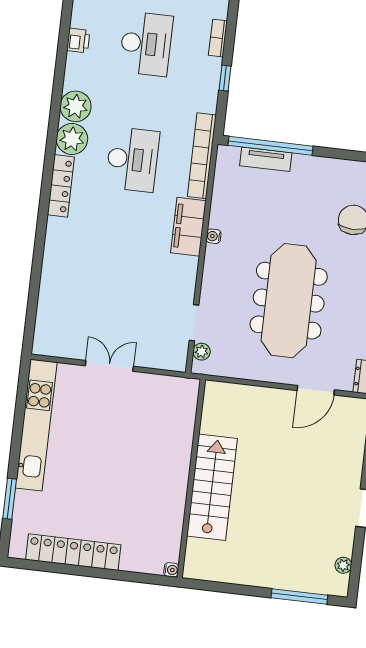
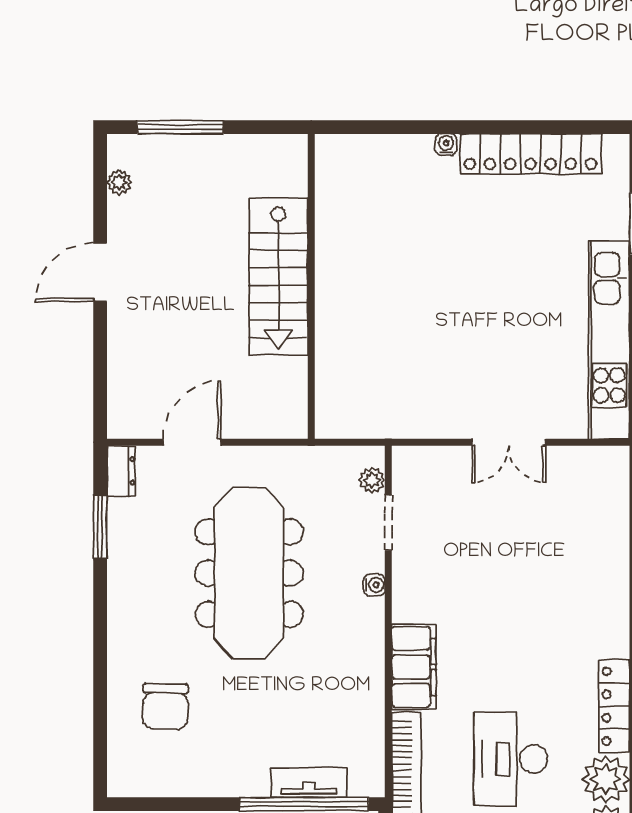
water cooler: (213, 236) -> (374, 585), moved
wall: (191, 479) -> (311, 286), moved
stairs: (212, 487) -> (278, 277), moved
water cooler: (171, 570) -> (446, 145), moved, turned 90

